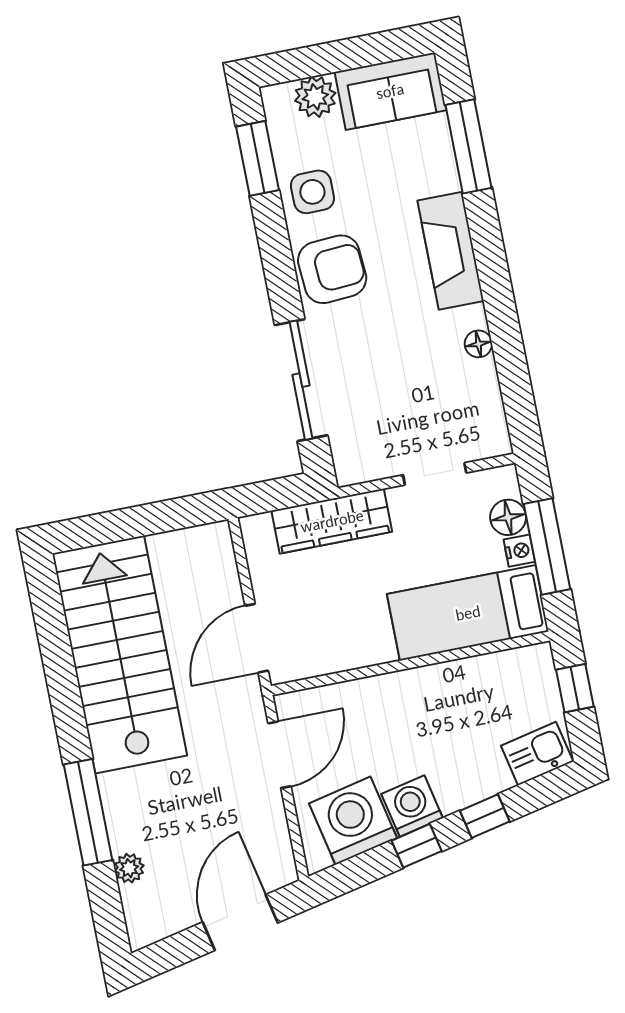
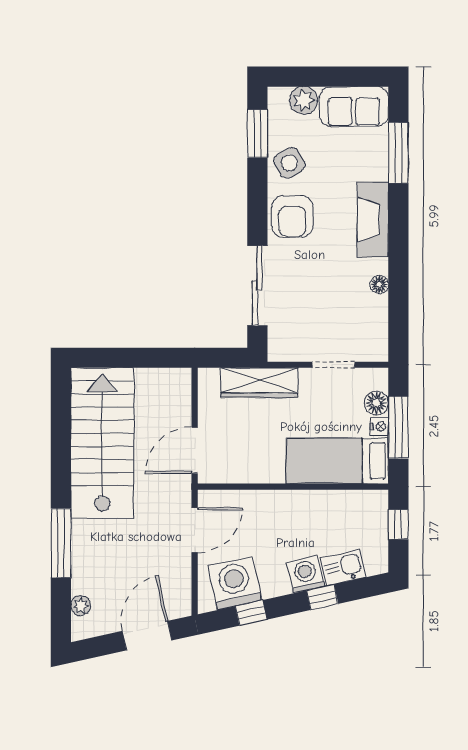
side table: (312, 192) -> (289, 163), turned -31
armchair: (332, 269) -> (292, 216), turned 94
kitchen sink: (537, 754) -> (343, 567), moved
washing machine: (412, 806) -> (306, 574), moved
window: (417, 846) -> (251, 613), moved
plant: (129, 868) -> (81, 606), moved

